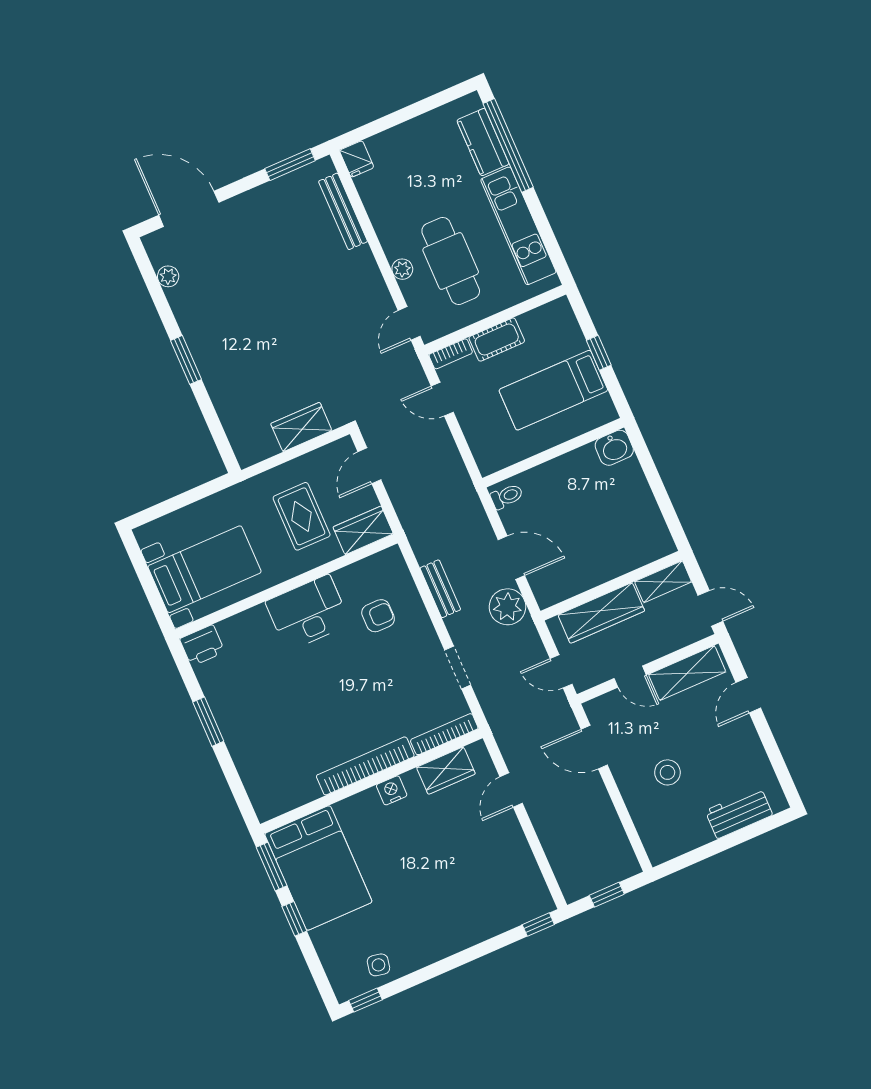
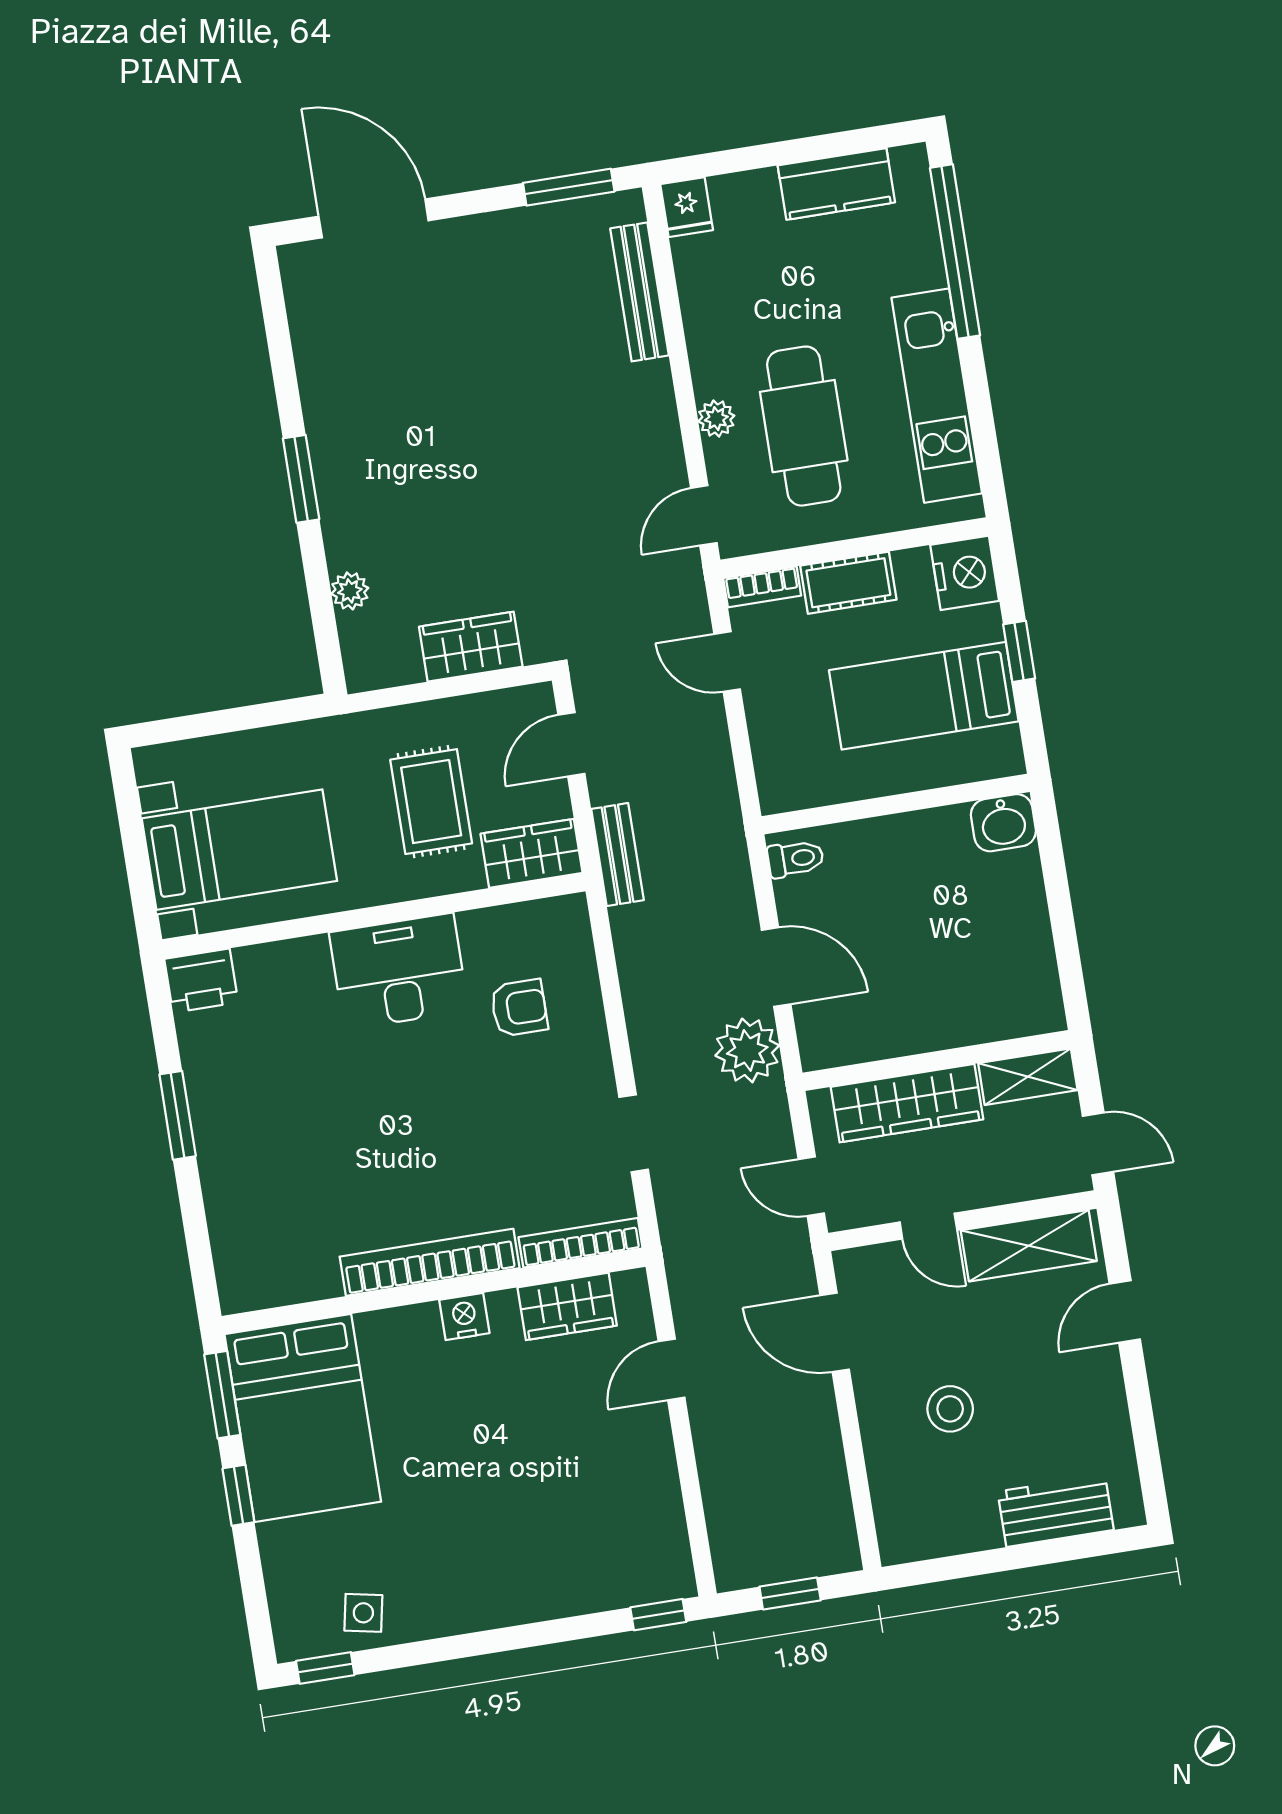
kitchen counter: (483, 142) -> (836, 184), moved, turned -90
plant: (168, 276) -> (350, 591), moved
nightstand: (558, 318) -> (965, 573), added
bench: (440, 589) -> (617, 855), moved

